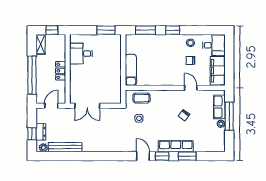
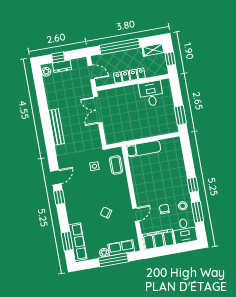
window: (146, 30) -> (198, 212), moved
locker: (61, 71) -> (129, 75), width x1.53
row of seats: (176, 146) -> (78, 242), moved
bench: (65, 147) -> (56, 127), moved
window: (187, 156) -> (67, 241), moved

